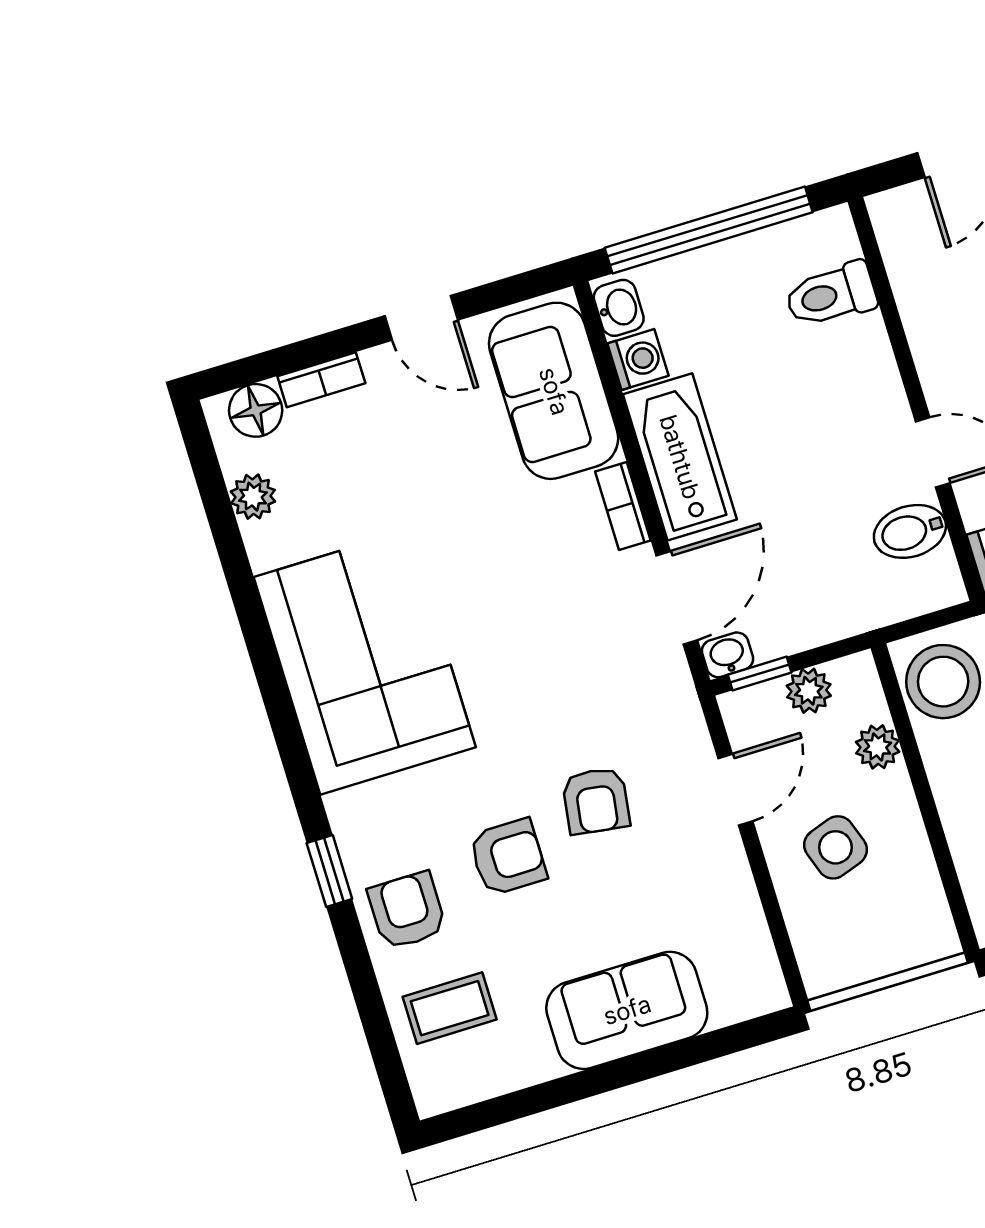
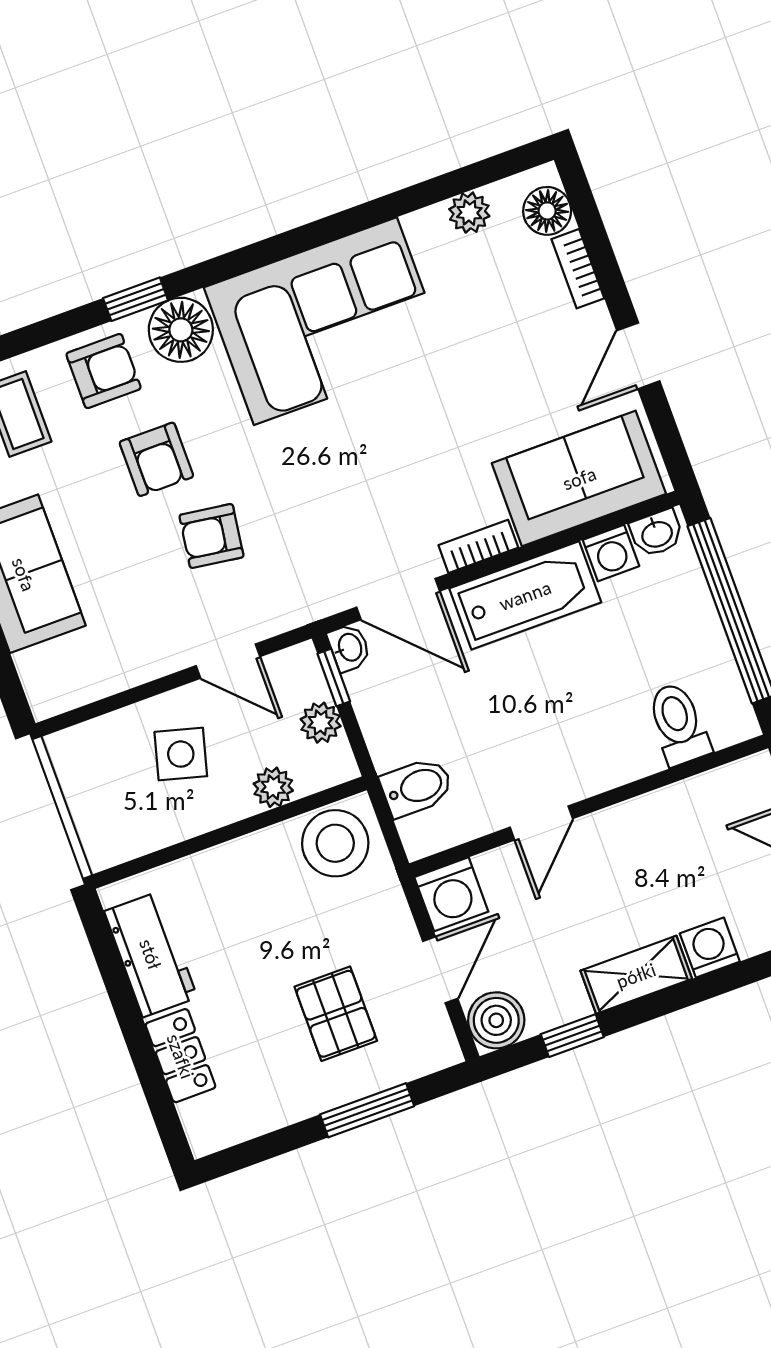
bidet: (910, 531) -> (417, 787), moved, turned 90
floor lamp: (366, 823) -> (181, 330), added
side table: (836, 847) -> (181, 754), turned 34

